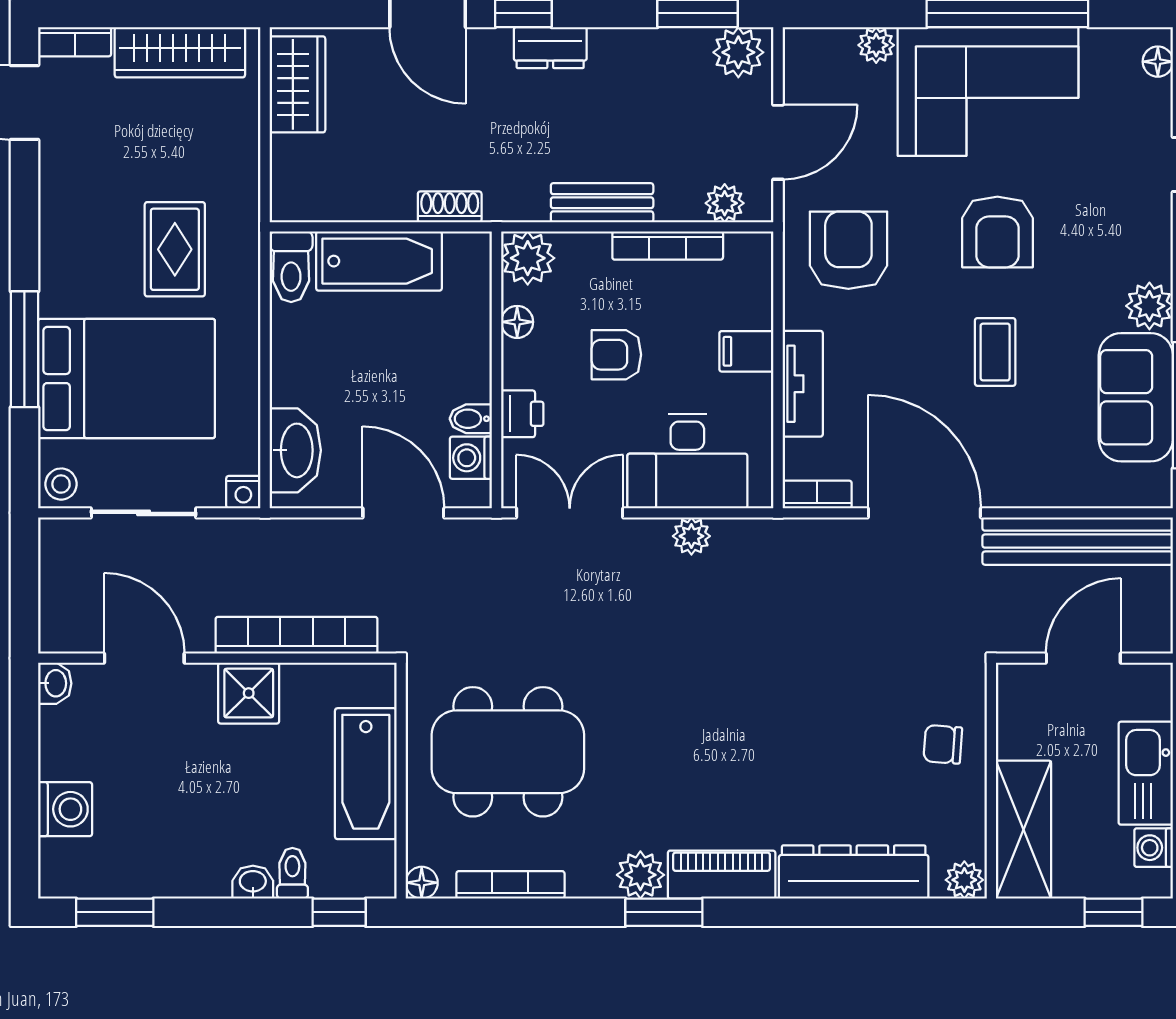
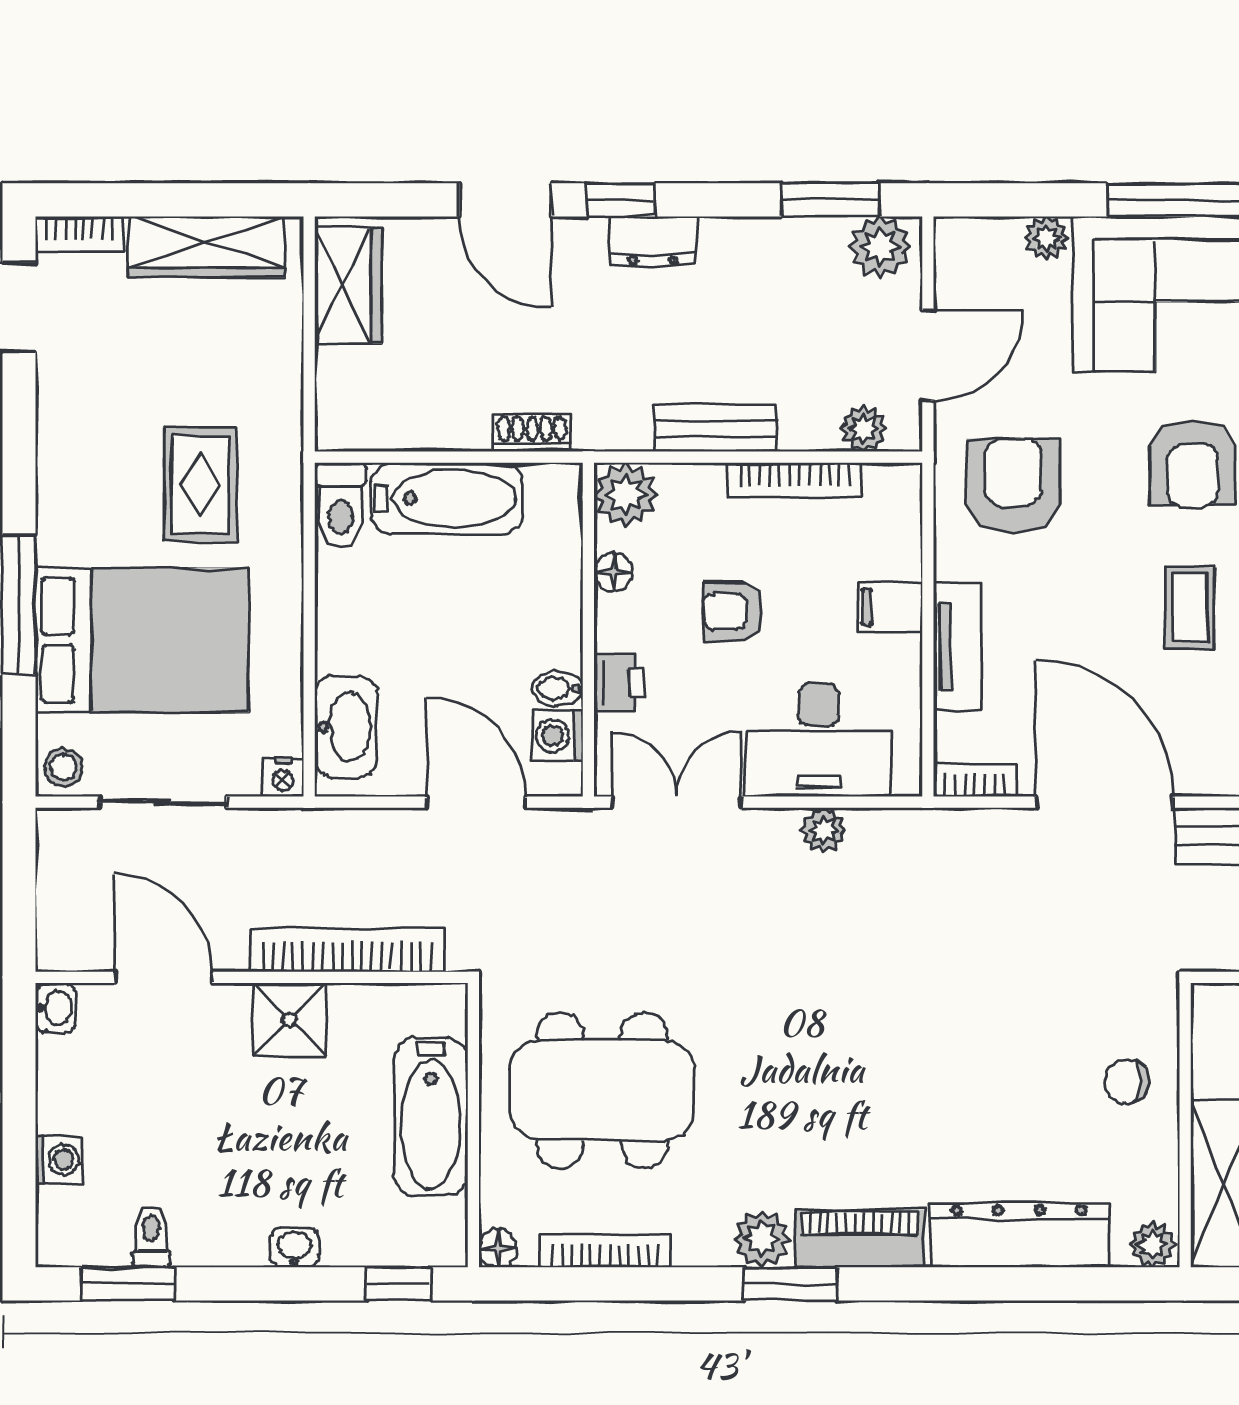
washing machine: (65, 809) -> (59, 1160), width x0.73, depth x0.73
toilet: (292, 873) -> (151, 1237), moved

